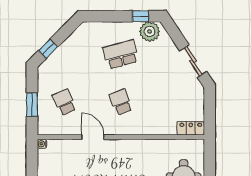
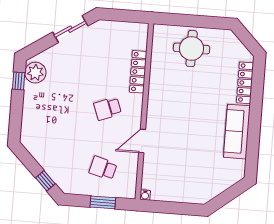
school desk: (121, 54) -> (57, 105), removed
school desk: (64, 102) -> (103, 168), turned 39
locker: (191, 128) -> (138, 72), moved, width x1.53

